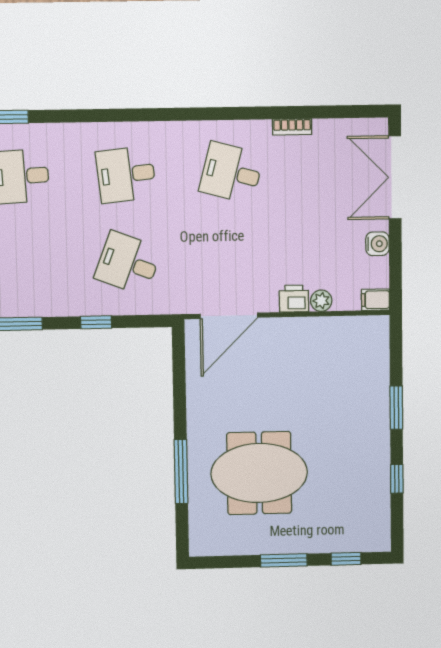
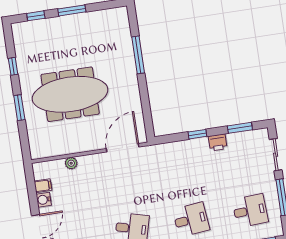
desk: (128, 263) -> (184, 170), removed
printer: (294, 299) -> (218, 143), moved
filing cabinet: (375, 300) -> (43, 186), moved
meeting table: (259, 473) -> (70, 94), moved, width x1.36

